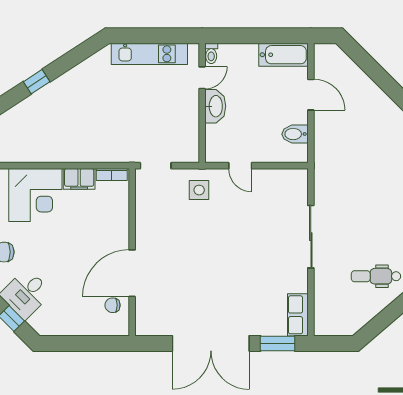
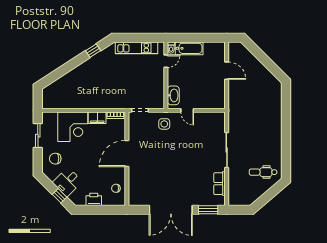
bathtub: (283, 55) -> (189, 48), moved
window: (37, 82) -> (93, 51), moved
washbasin: (215, 106) -> (173, 95), moved
bidet: (295, 134) -> (218, 93), removed
door: (132, 273) -> (127, 153), moved
row of seats: (298, 315) -> (219, 184), moved
printer: (73, 325) -> (94, 199), added

